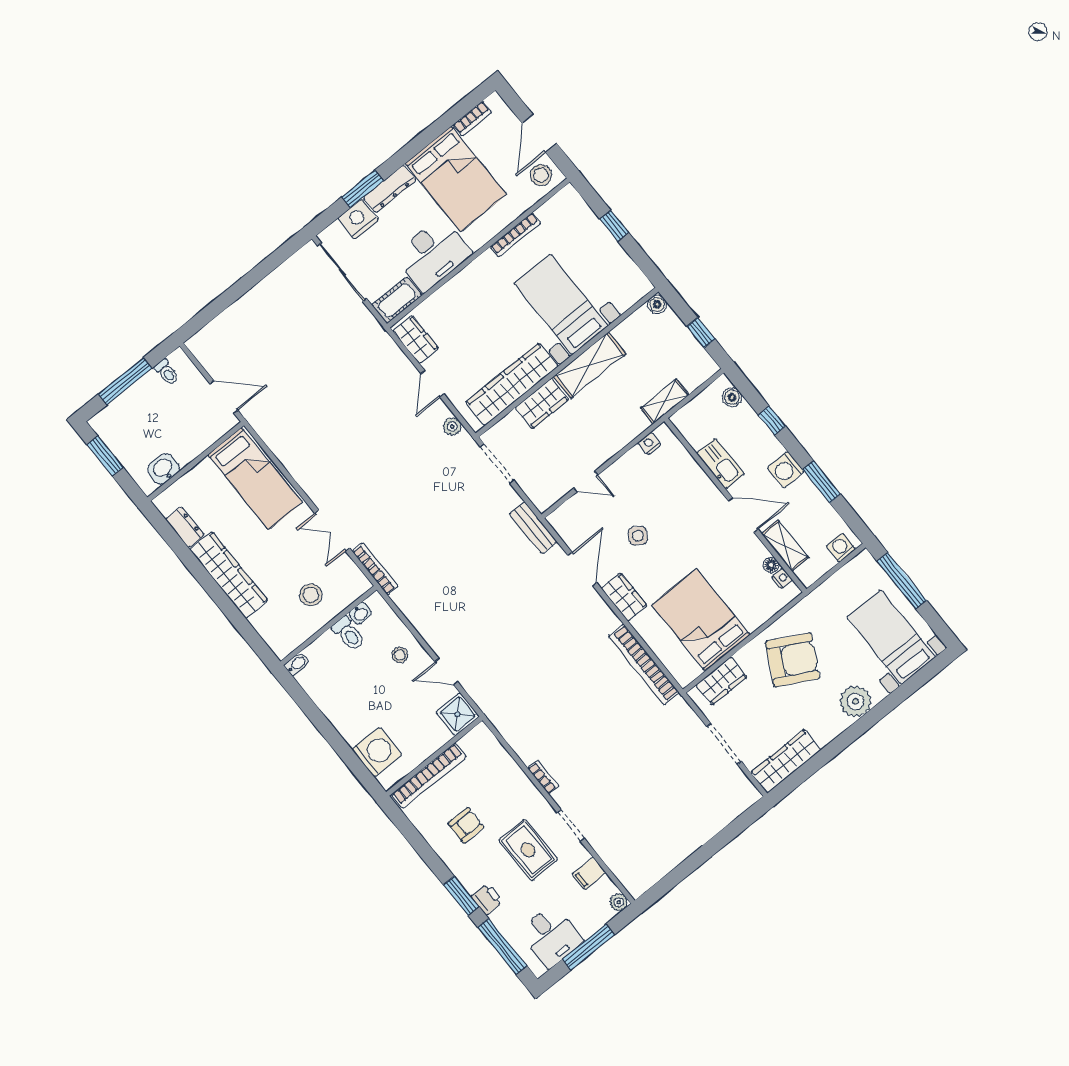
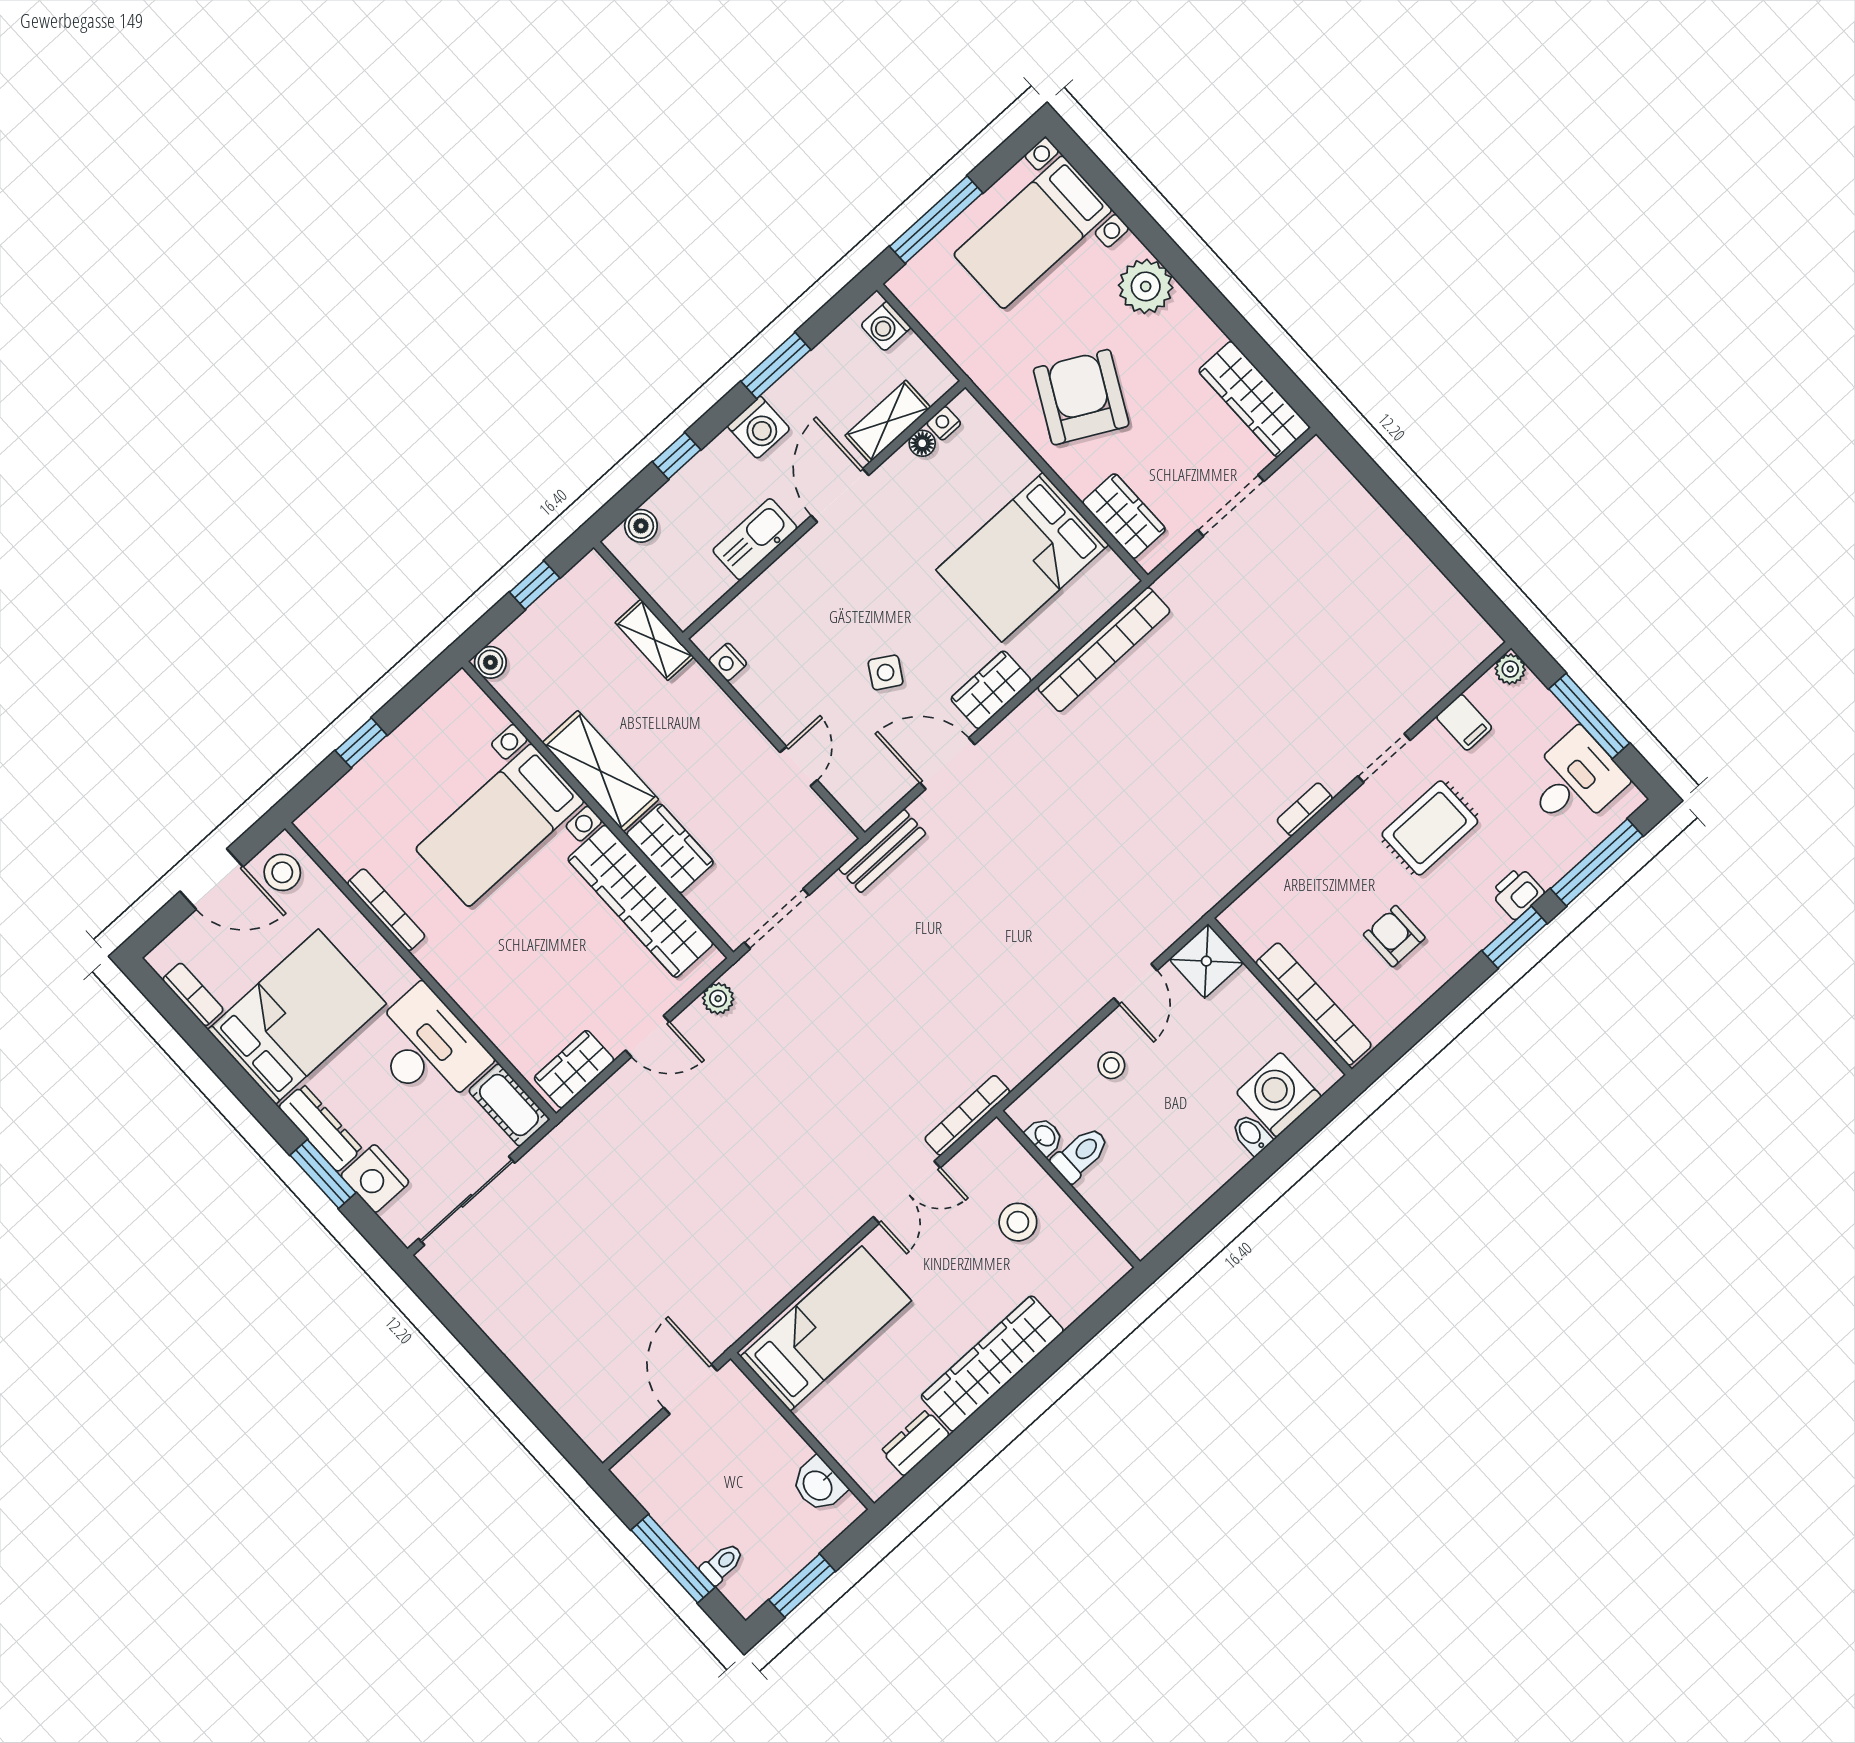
toilet: (167, 372) -> (722, 1564), moved
bidet: (297, 664) -> (1252, 1135), moved

